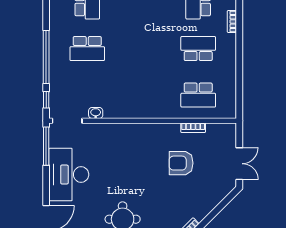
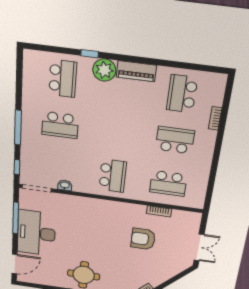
window: (46, 57) -> (18, 128), width x0.68
school desk: (143, 95) -> (113, 176), added
window: (46, 146) -> (16, 218), moved

